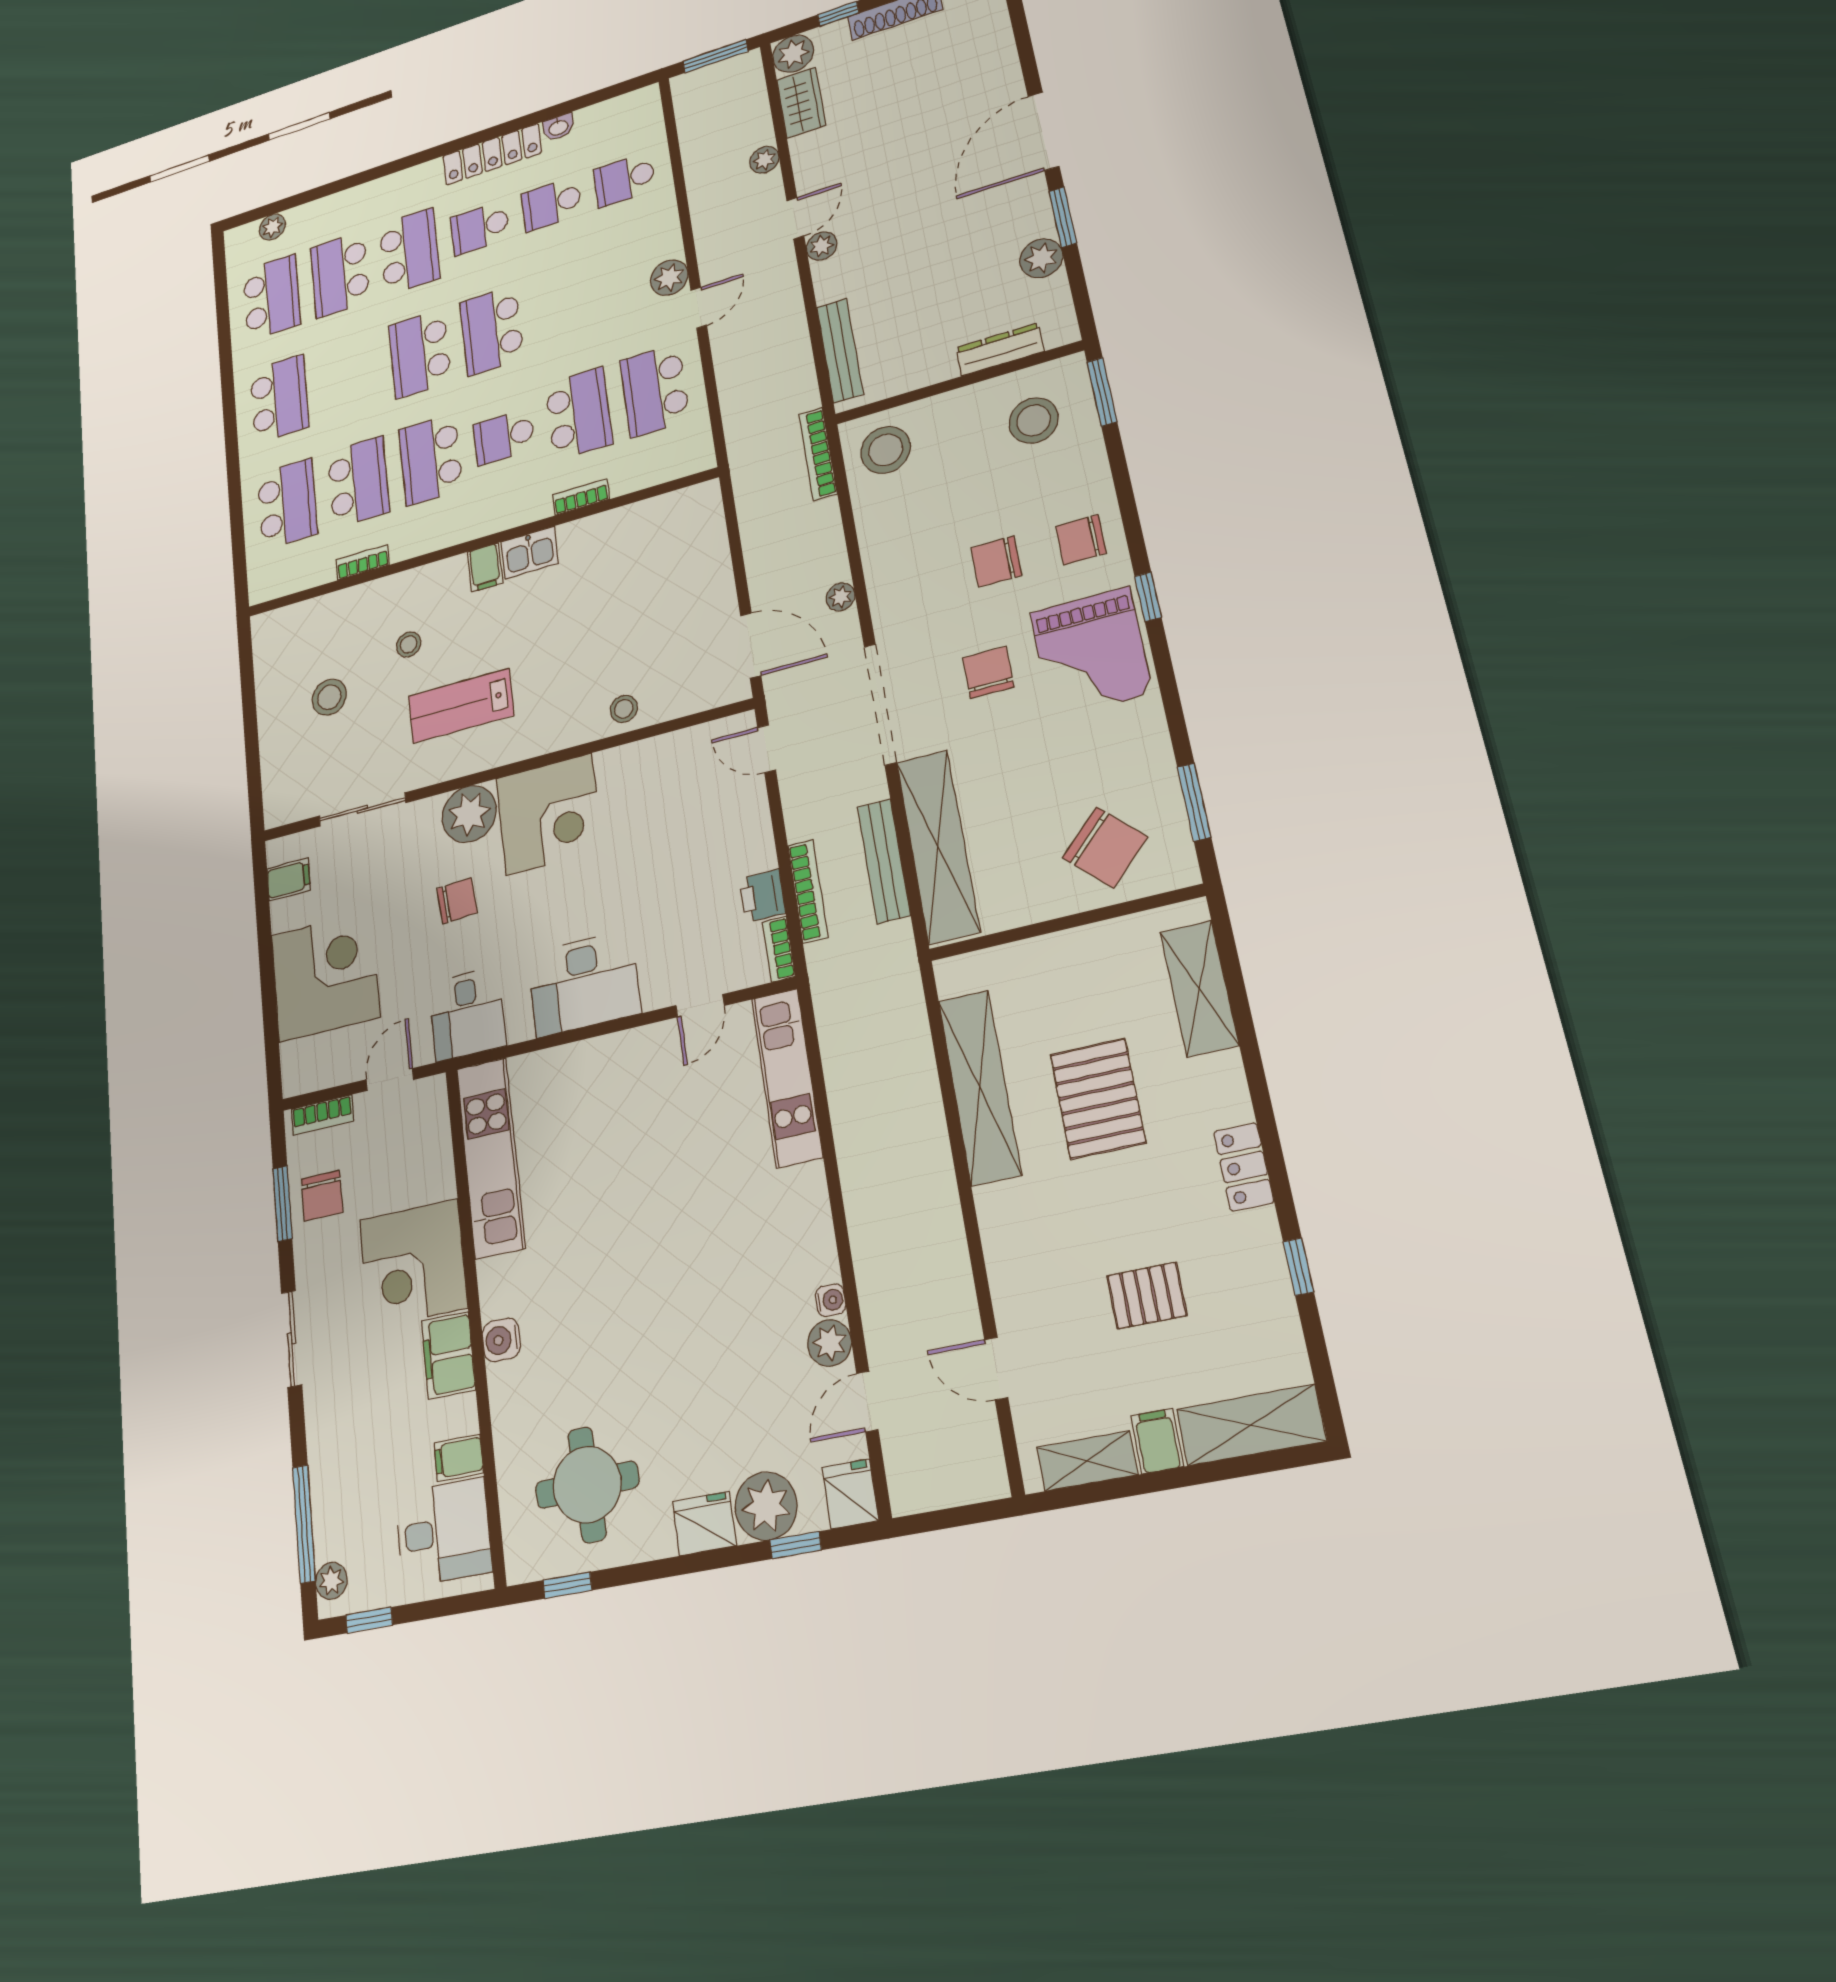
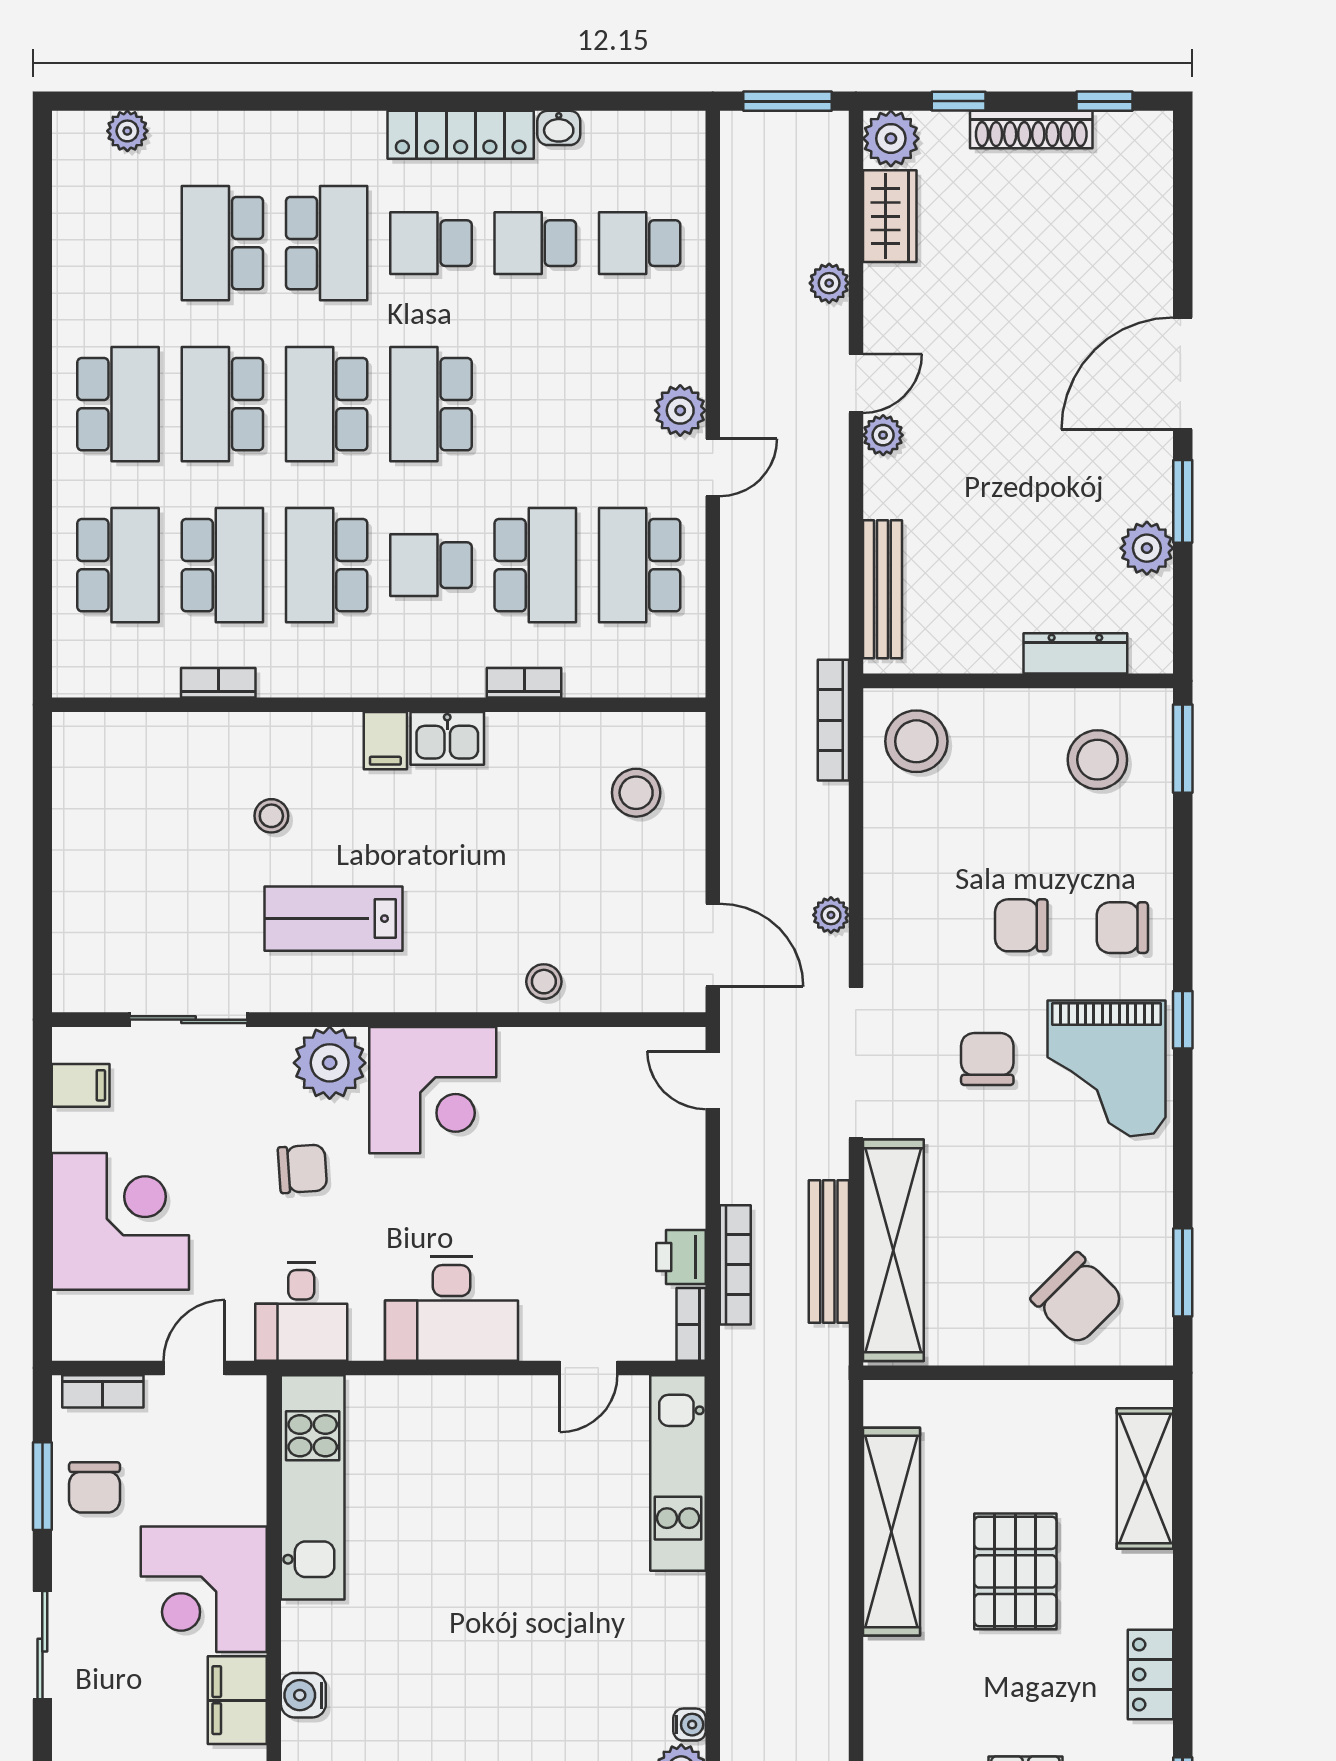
school desk: (272, 297) -> (222, 404), moved, turned 180
stool: (329, 697) -> (636, 793), moved

